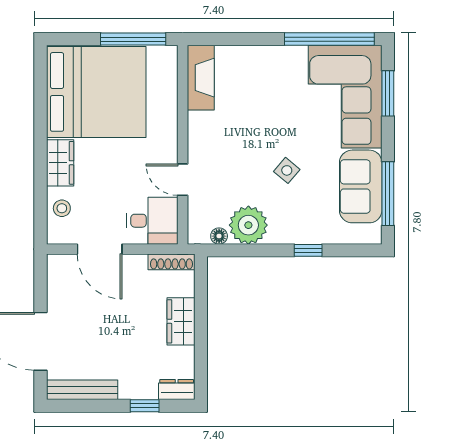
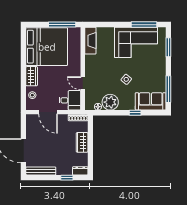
window: (329, 39) -> (144, 25), width x0.68
corner sofa: (345, 97) -> (136, 42), moved, turned -90
sofa: (361, 186) -> (151, 101), moved, turned 90

